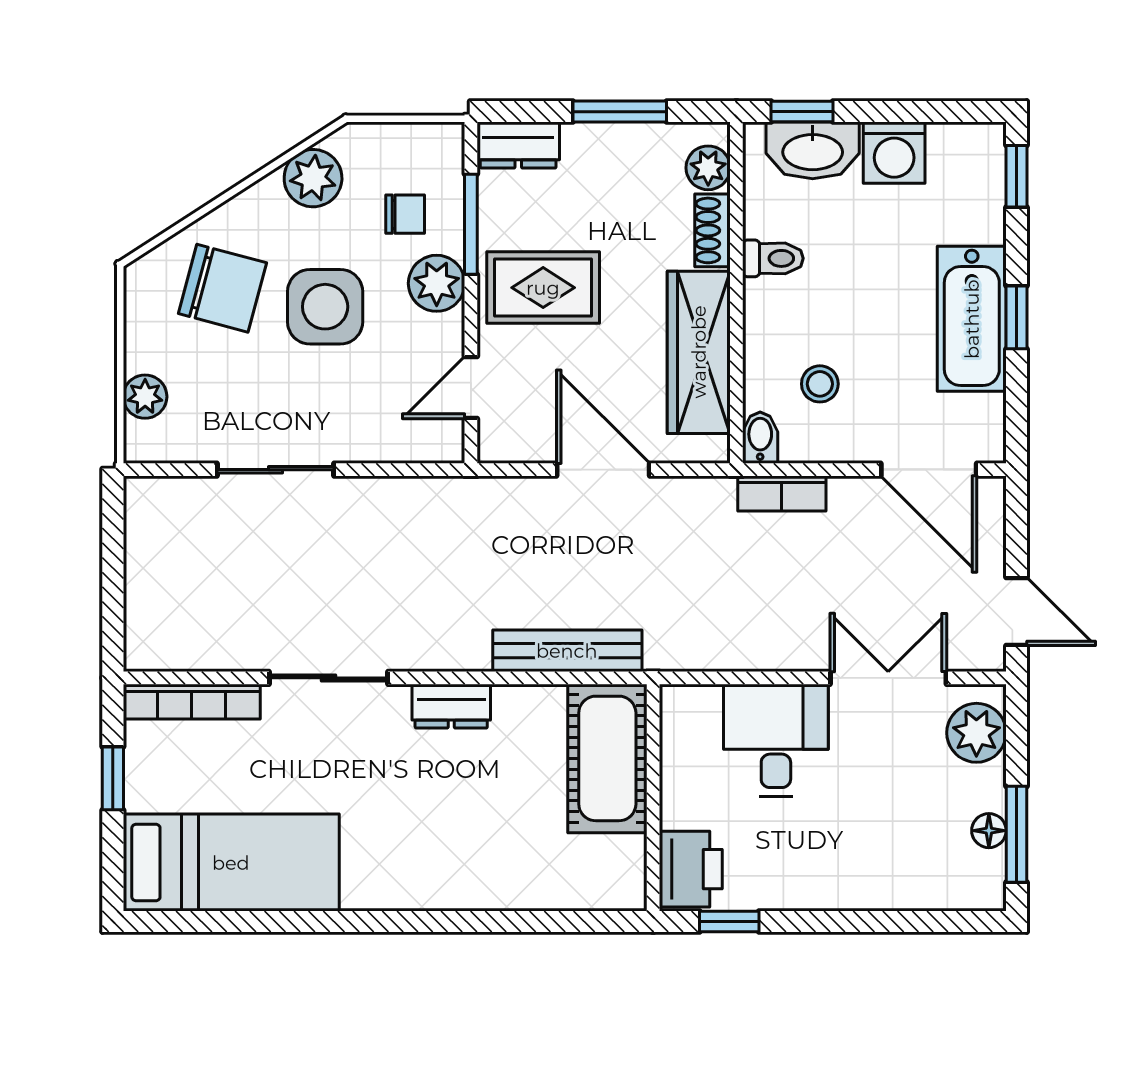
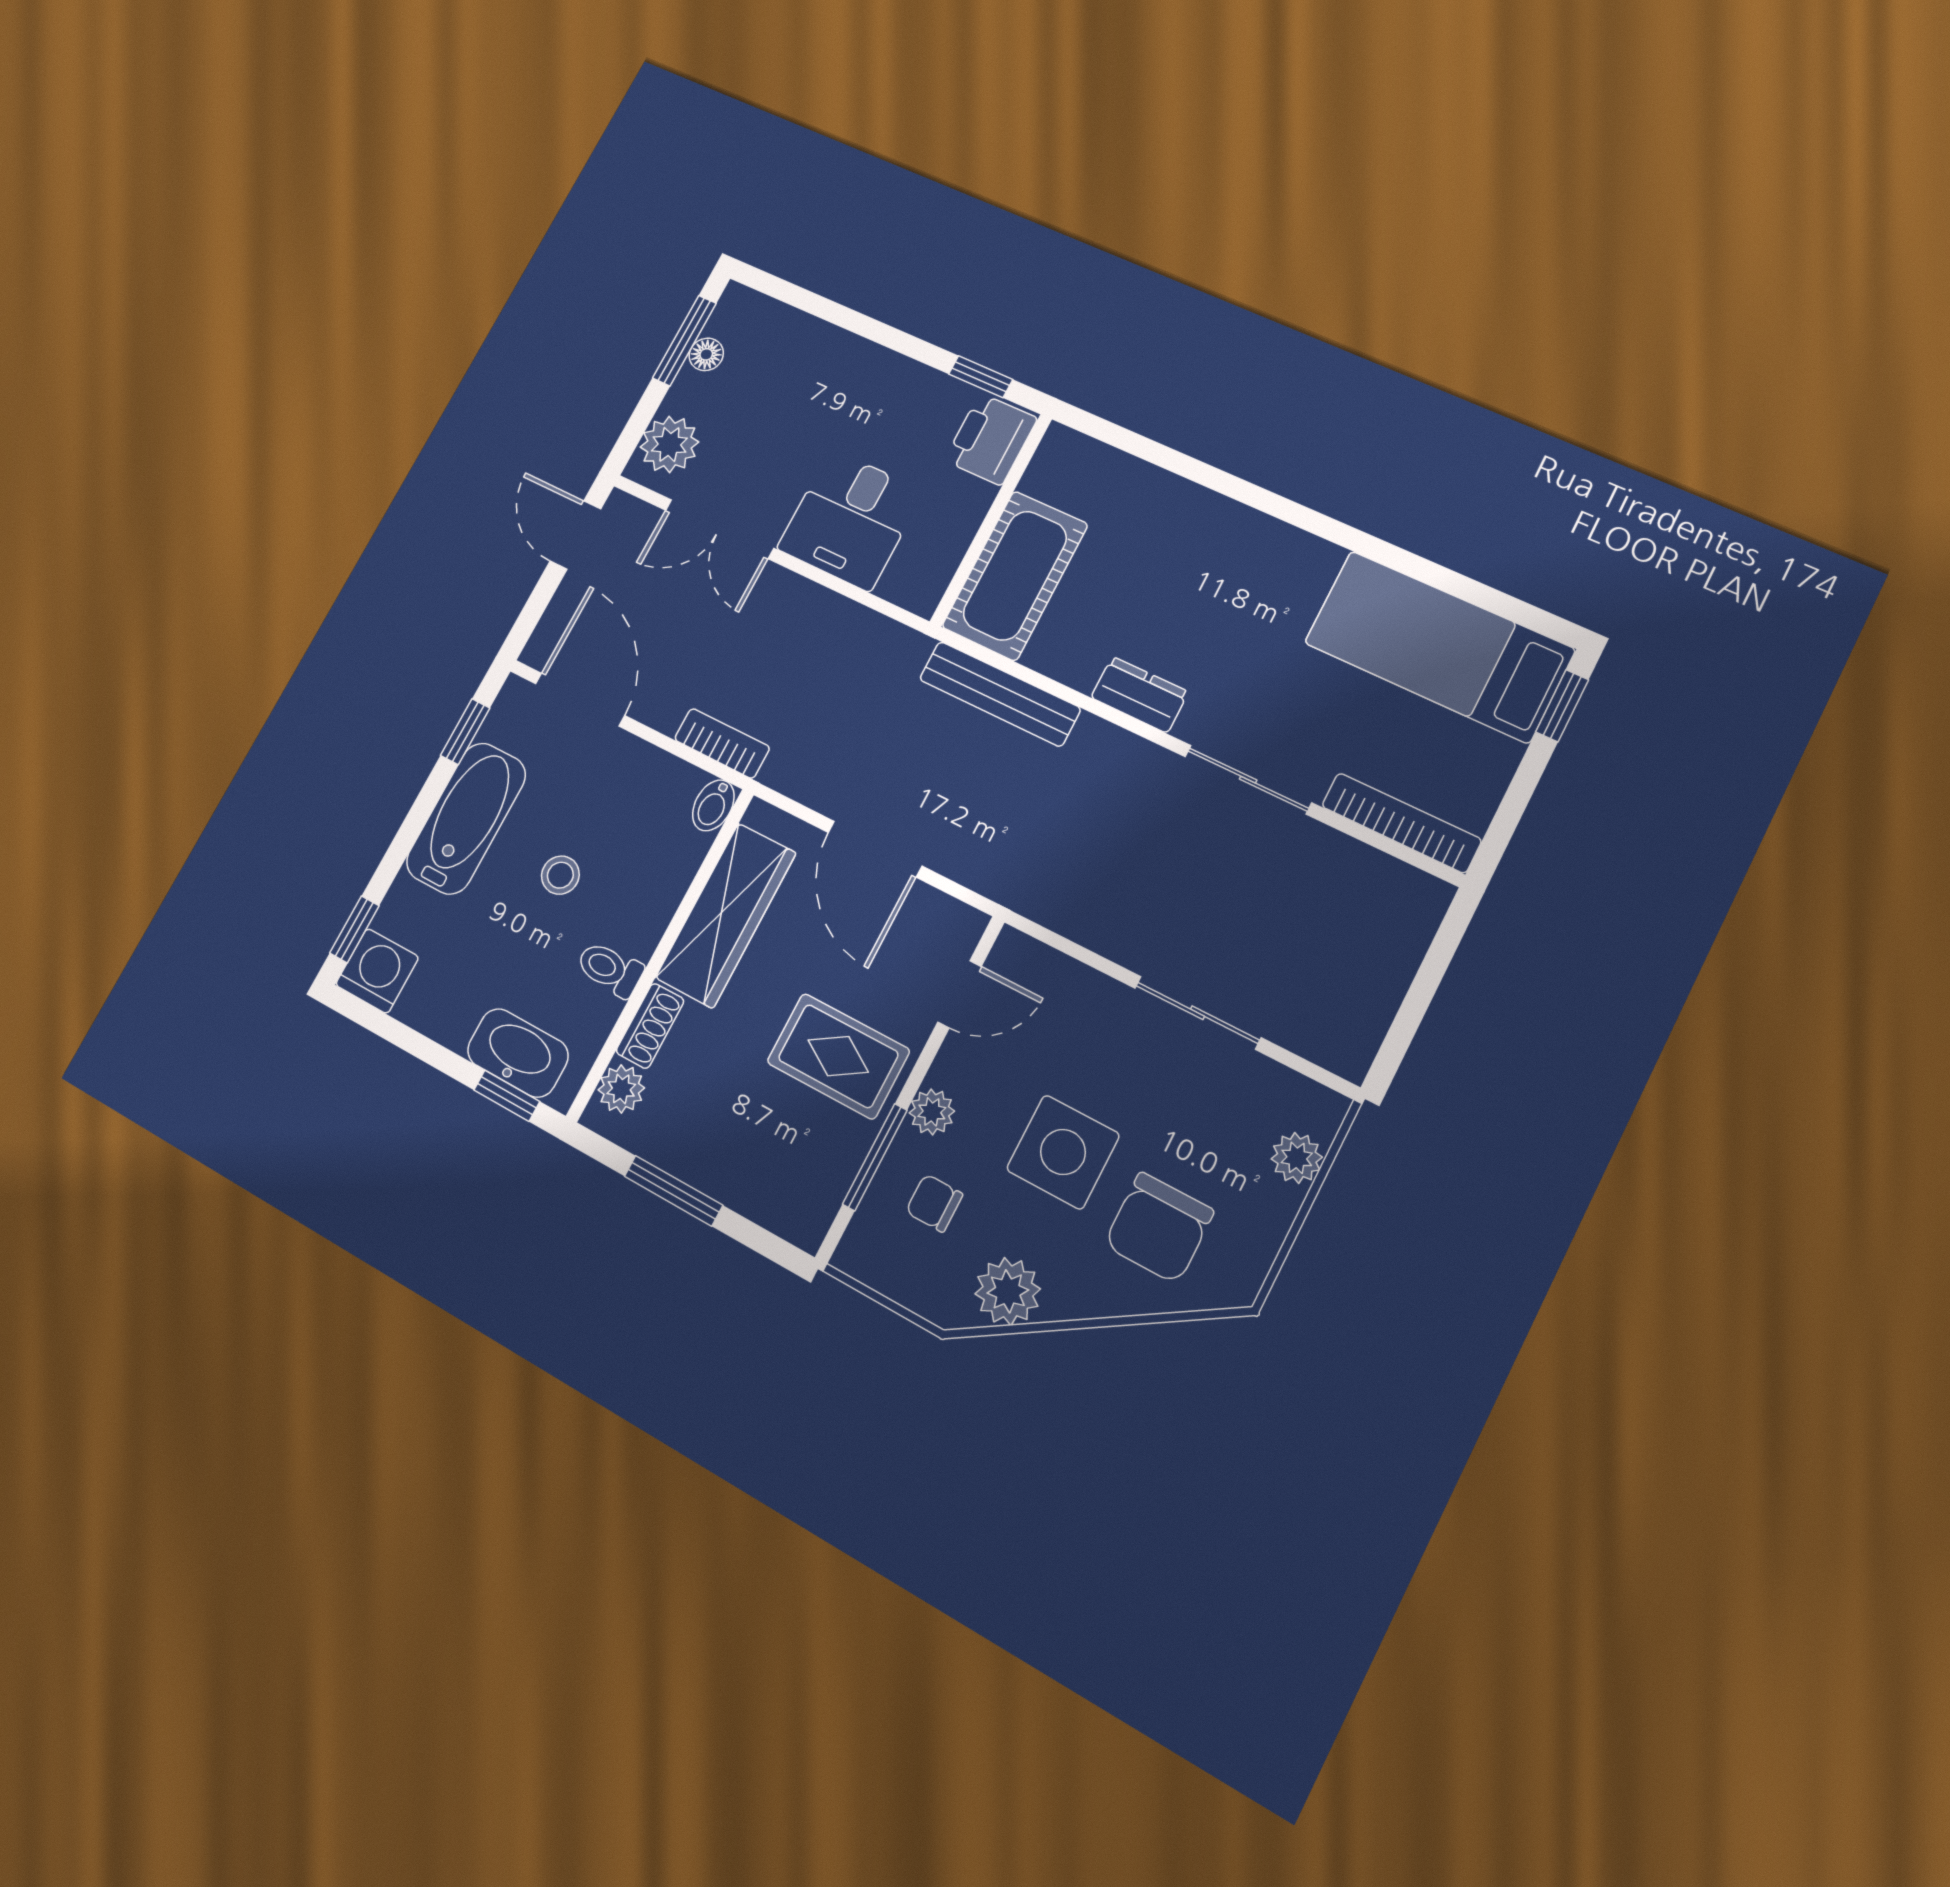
dresser: (518, 145) -> (787, 1212), removed
washing machine: (894, 153) -> (377, 971), moved
plant: (437, 283) -> (932, 1112), width x0.73, depth x0.73
chair: (222, 288) -> (1159, 1228), turned -105
window: (1016, 317) -> (465, 732), moved
stool: (820, 384) -> (560, 875), moved
window: (113, 778) -> (1562, 706), moved

